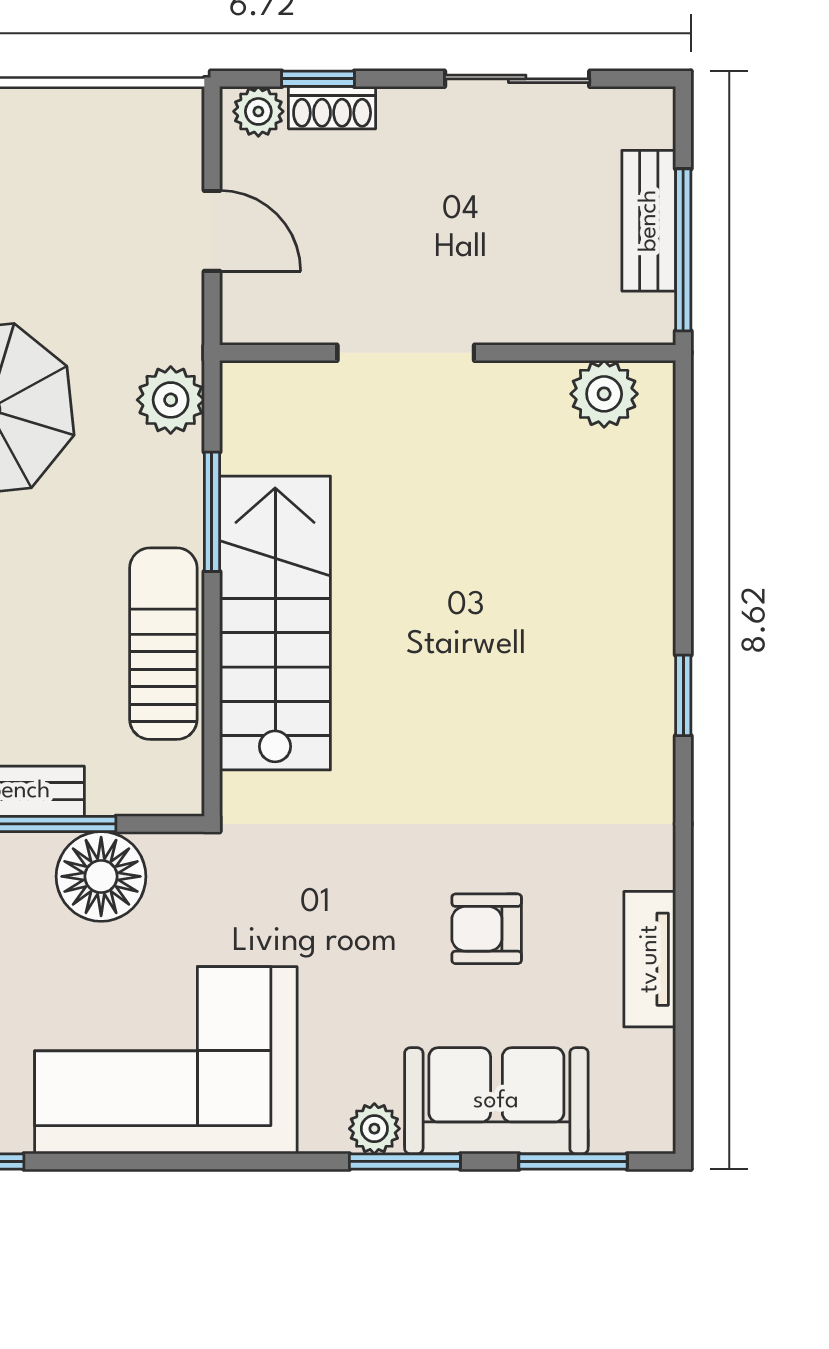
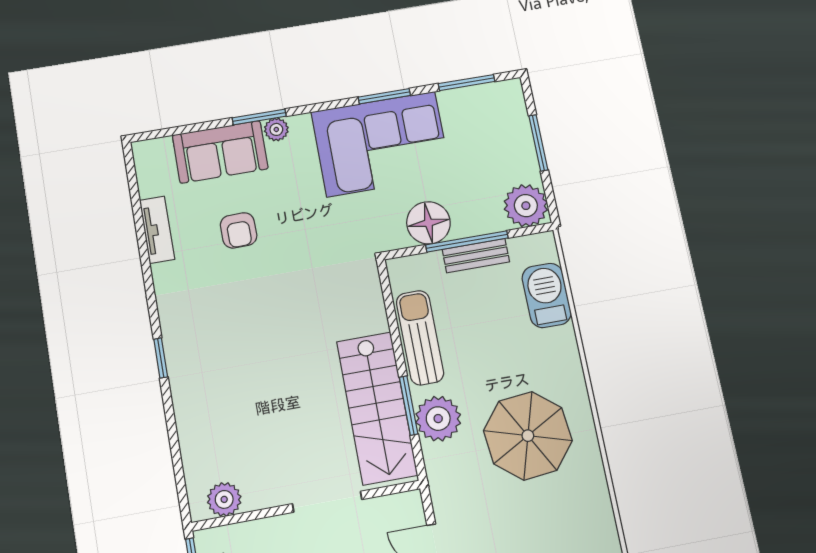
plant: (171, 400) -> (438, 419), moved, width x1.36, depth x1.36
stairs: (275, 623) -> (377, 408), moved
sun lounger: (163, 644) -> (420, 338), turned 180
armchair: (487, 929) -> (239, 230), turned 89
window: (573, 1161) -> (384, 96), moved

